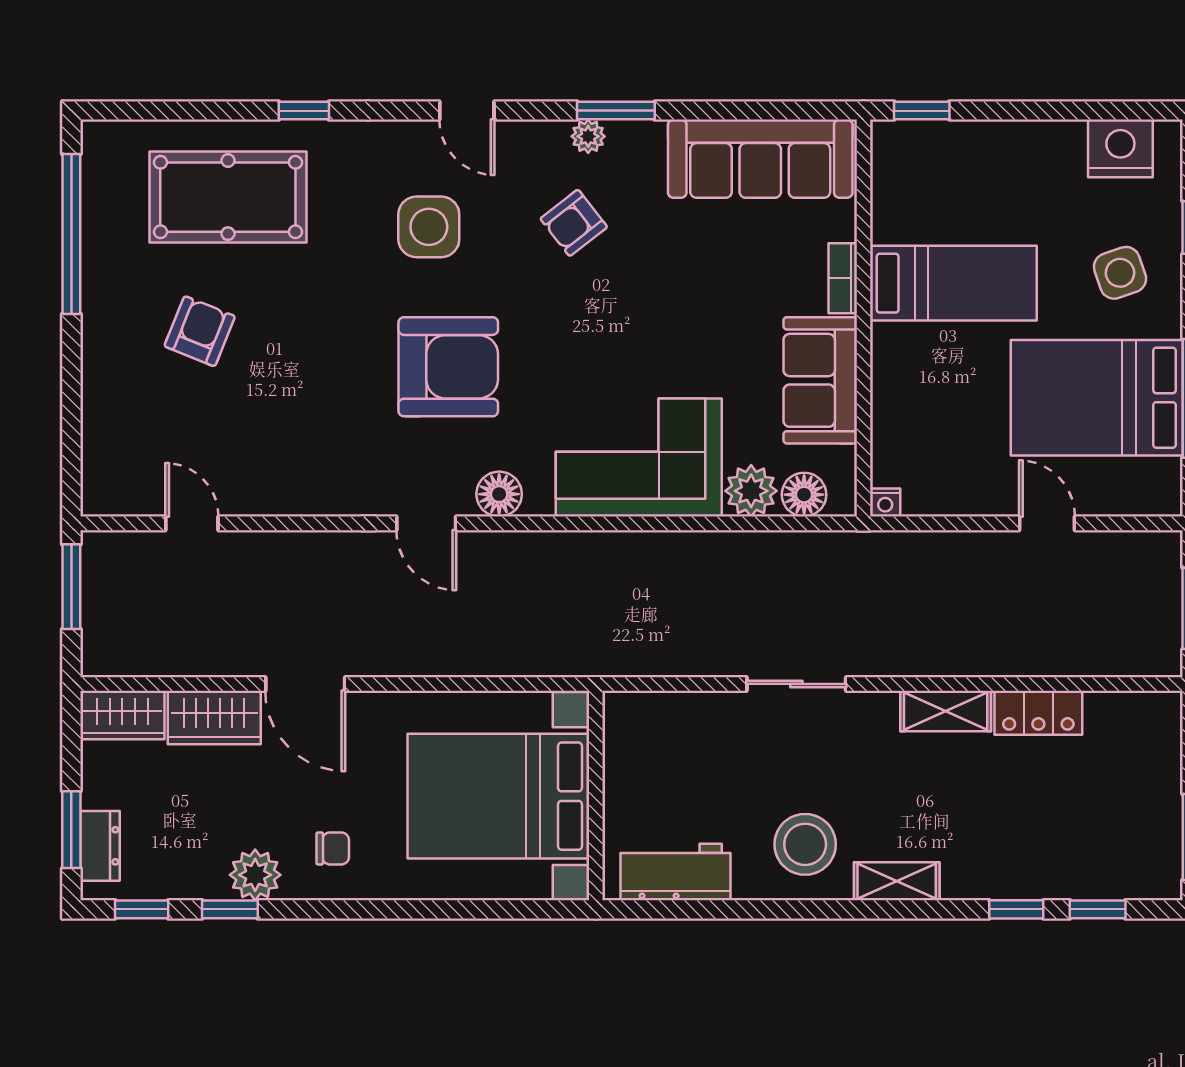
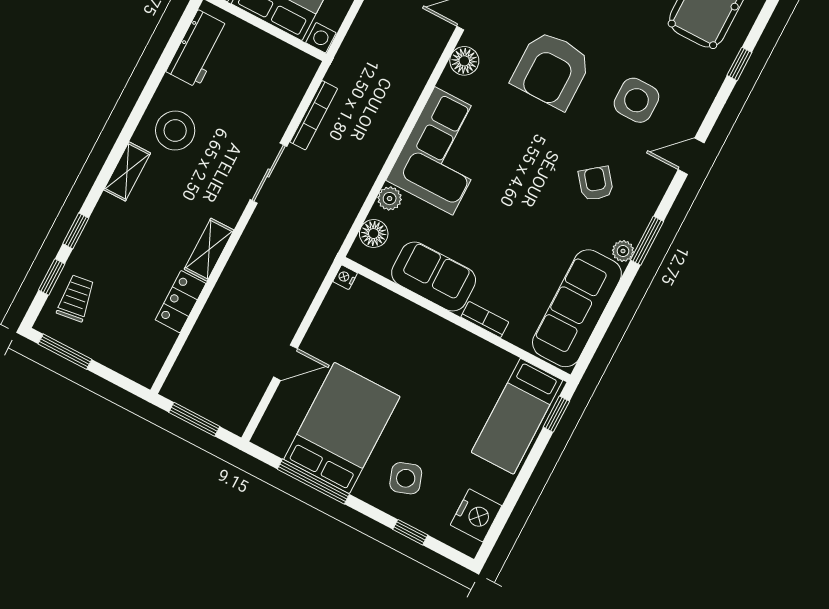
plant: (588, 136) -> (623, 251), moved
bed: (953, 283) -> (517, 416), moved
plant: (751, 491) -> (390, 199), width x0.73, depth x0.73
bookcase: (684, 663) -> (314, 115), added
trolley: (1109, 860) -> (76, 298), added

